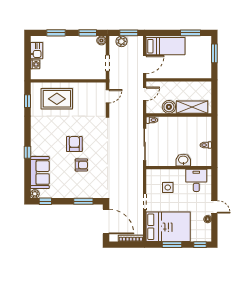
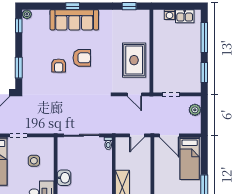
window: (56, 33) -> (204, 38), width x1.44
window: (129, 33) -> (204, 118), removed
boiler: (101, 41) -> (196, 88), removed
door: (145, 94) -> (137, 135), hinge flipped
rug: (57, 99) -> (134, 60), moved
boiler: (169, 107) -> (123, 162), removed
sofa: (40, 173) -> (74, 20), moved, width x1.36

